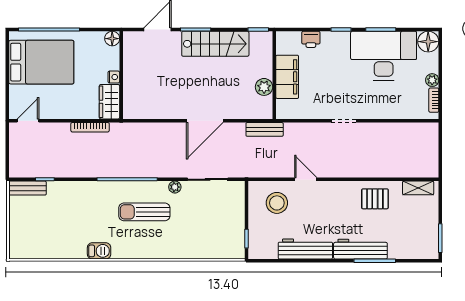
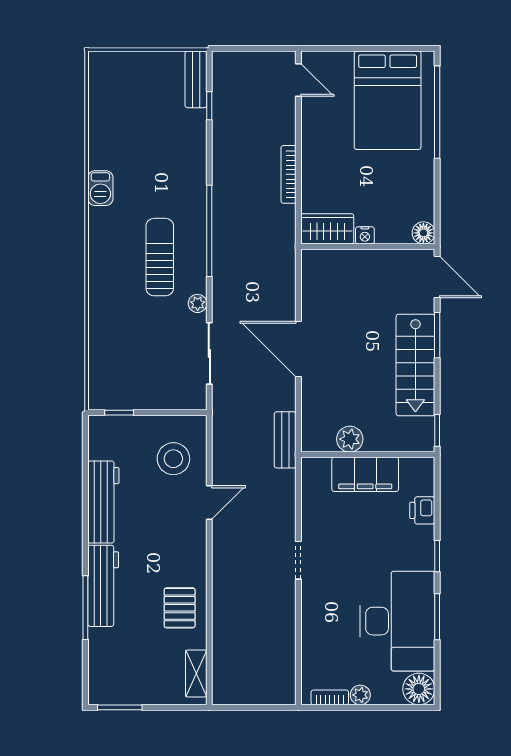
floor lamp: (112, 39) -> (423, 233), moved
wall: (121, 75) -> (368, 247), moved
nightstand: (114, 77) -> (365, 235), moved
wardrobe: (109, 102) -> (327, 229), moved

